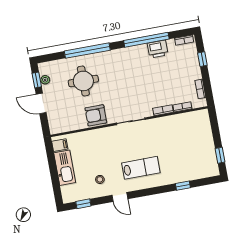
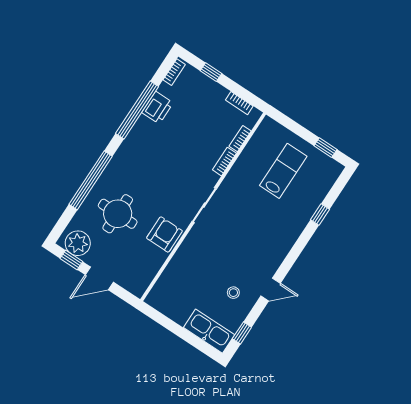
plant: (45, 80) -> (78, 243), width x1.88, depth x1.88
armchair: (96, 115) -> (164, 234), turned 180
filing cabinet: (60, 145) -> (160, 300), removed
kitchen sink: (65, 168) -> (209, 331), moved
lab bench: (141, 168) -> (283, 171), moved

